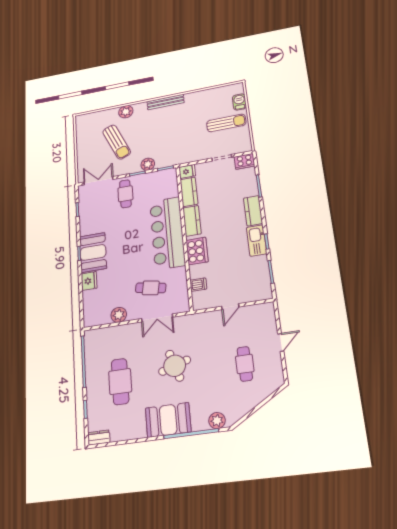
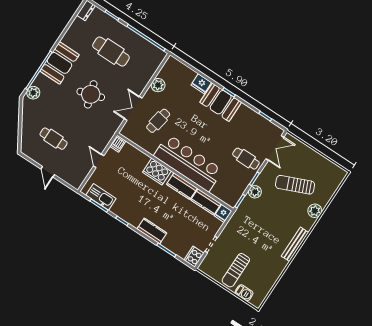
kitchen sink: (257, 241) -> (101, 197), moved
dishwasher: (198, 285) -> (118, 144), moved

